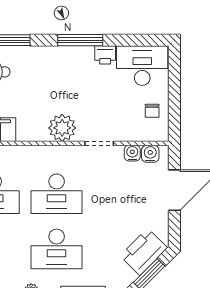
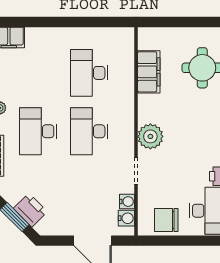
chair: (152, 111) -> (166, 220), width x1.87, depth x1.87
printer: (144, 252) -> (30, 210), width x0.73, depth x0.84

